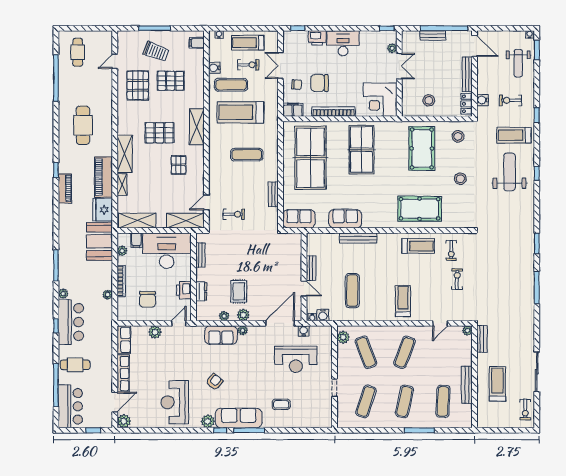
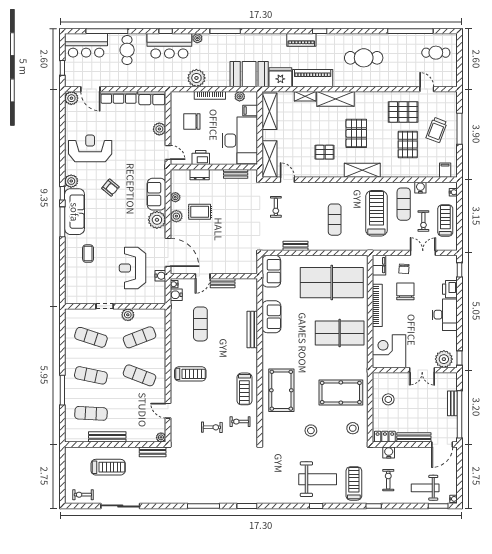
plant: (392, 48) -> (444, 359), width x1.88, depth x1.88
exercise mat: (352, 291) -> (200, 324), turned 90
plant: (108, 295) -> (196, 78), width x1.87, depth x1.87
plant: (243, 330) -> (157, 220), width x1.88, depth x1.88
plant: (343, 337) -> (128, 315), moved

